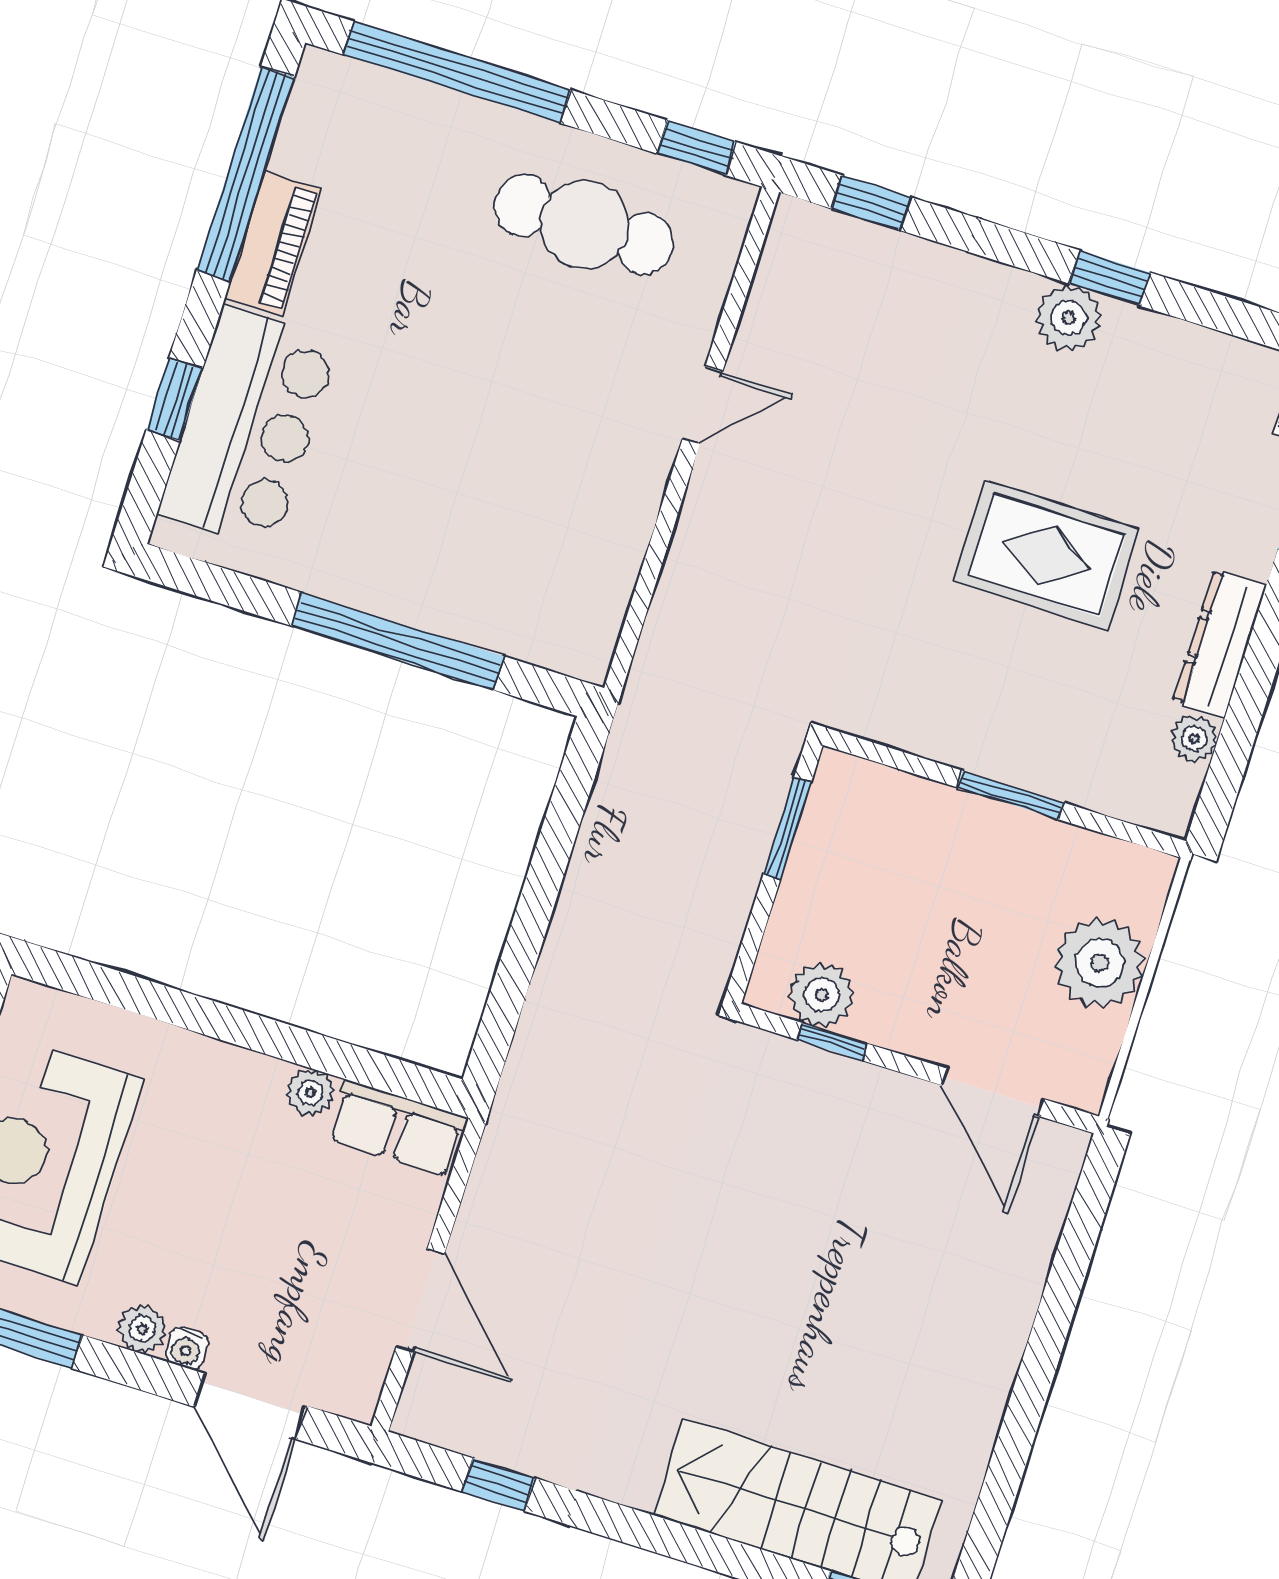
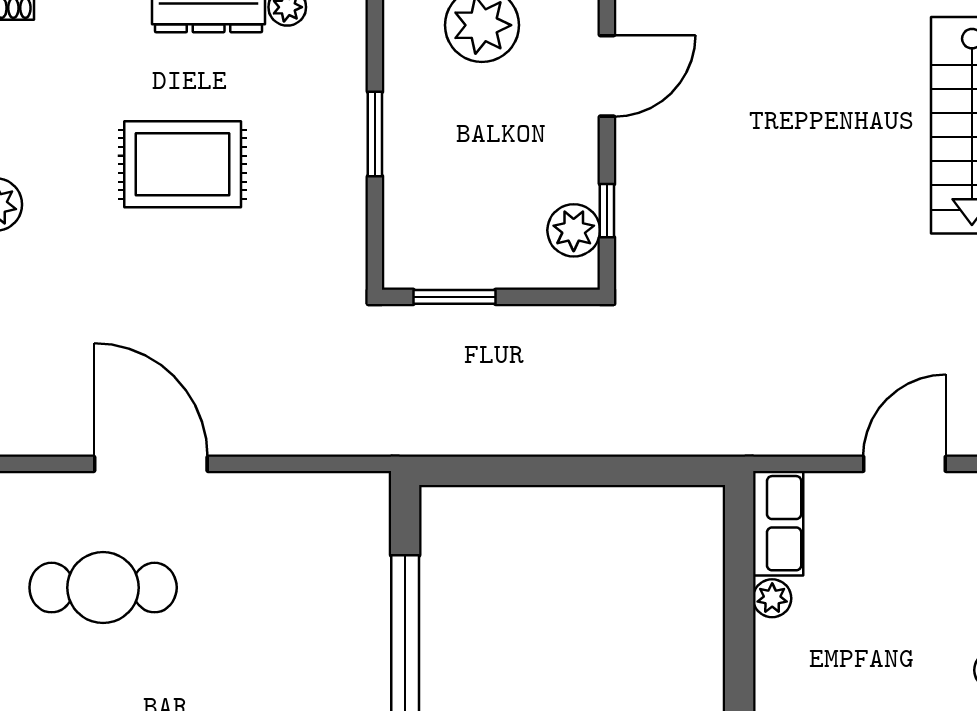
cafe table: (584, 224) -> (103, 588), moved, turned 90
door: (703, 405) -> (151, 464), width x1.87
rug: (1047, 555) -> (183, 164), turned 90

